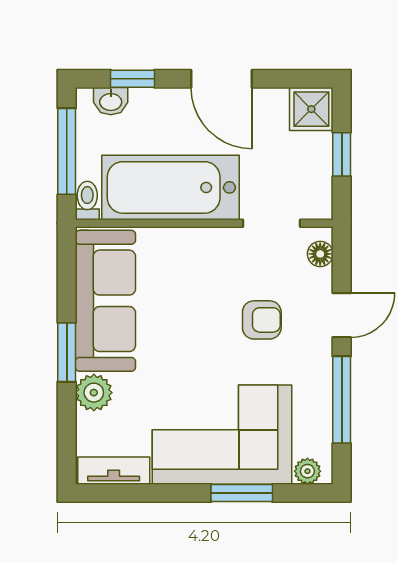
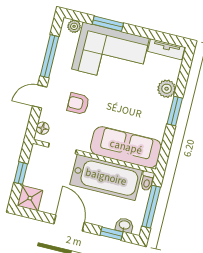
sofa: (105, 301) -> (126, 147), moved, turned 90

